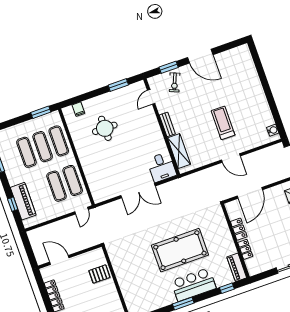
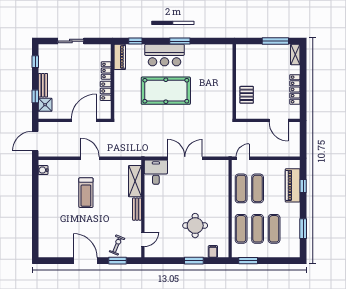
window: (118, 85) -> (194, 261), moved
pallet: (99, 274) -> (247, 95), turned 90

